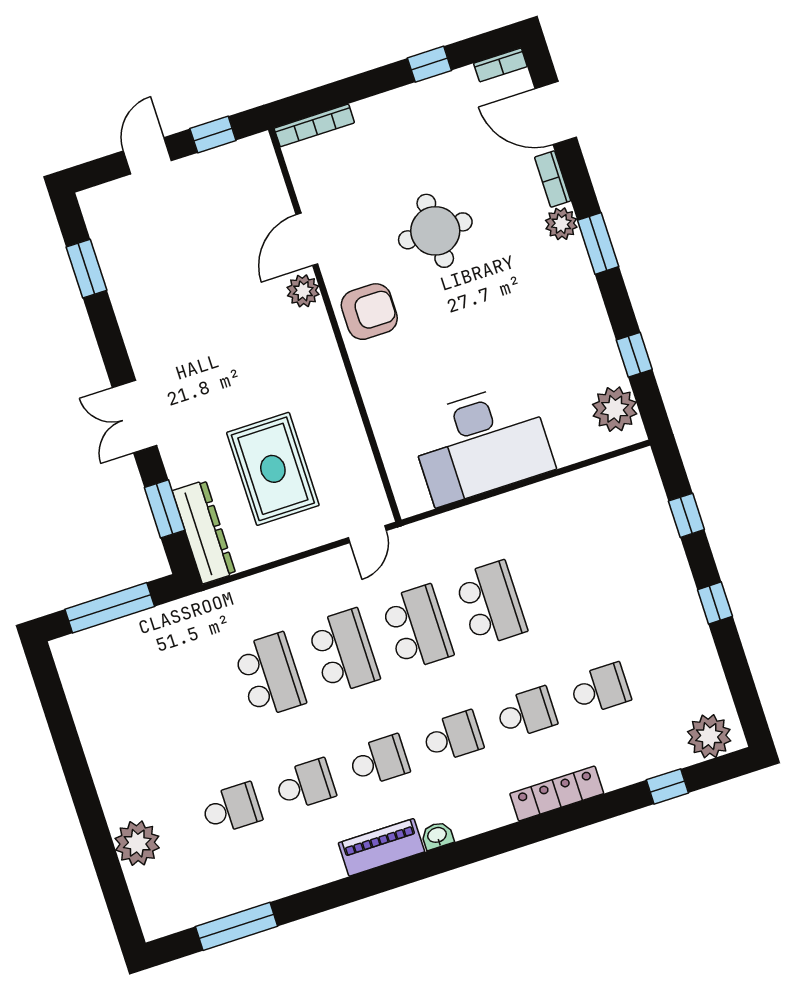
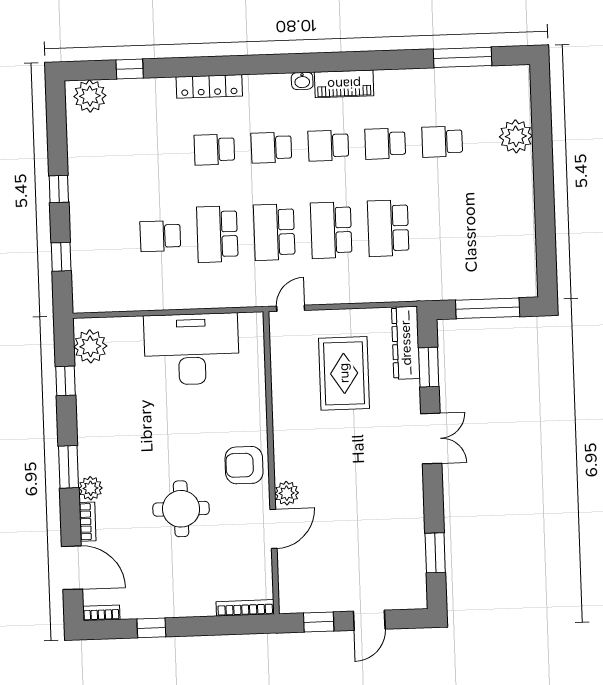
school desk: (600, 689) -> (160, 236), moved

